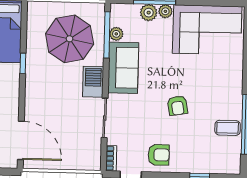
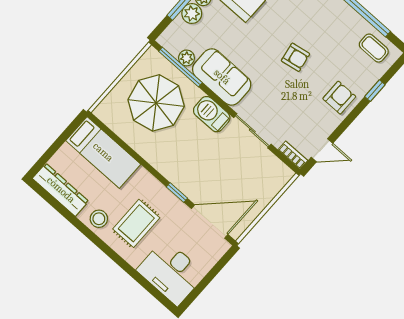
window: (23, 63) -> (177, 192), moved
coffee table: (228, 128) -> (374, 48), moved, turned 90
armchair: (159, 155) -> (339, 98), moved

